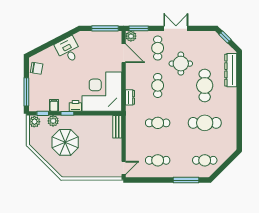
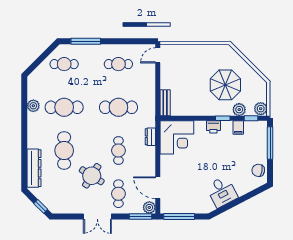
round table: (181, 64) -> (92, 176), turned 32
corner desk: (102, 92) -> (177, 137), width x0.74, depth x0.74
cafe table: (158, 123) -> (118, 107), width x1.37, depth x1.35
plant: (231, 124) -> (33, 106), added

